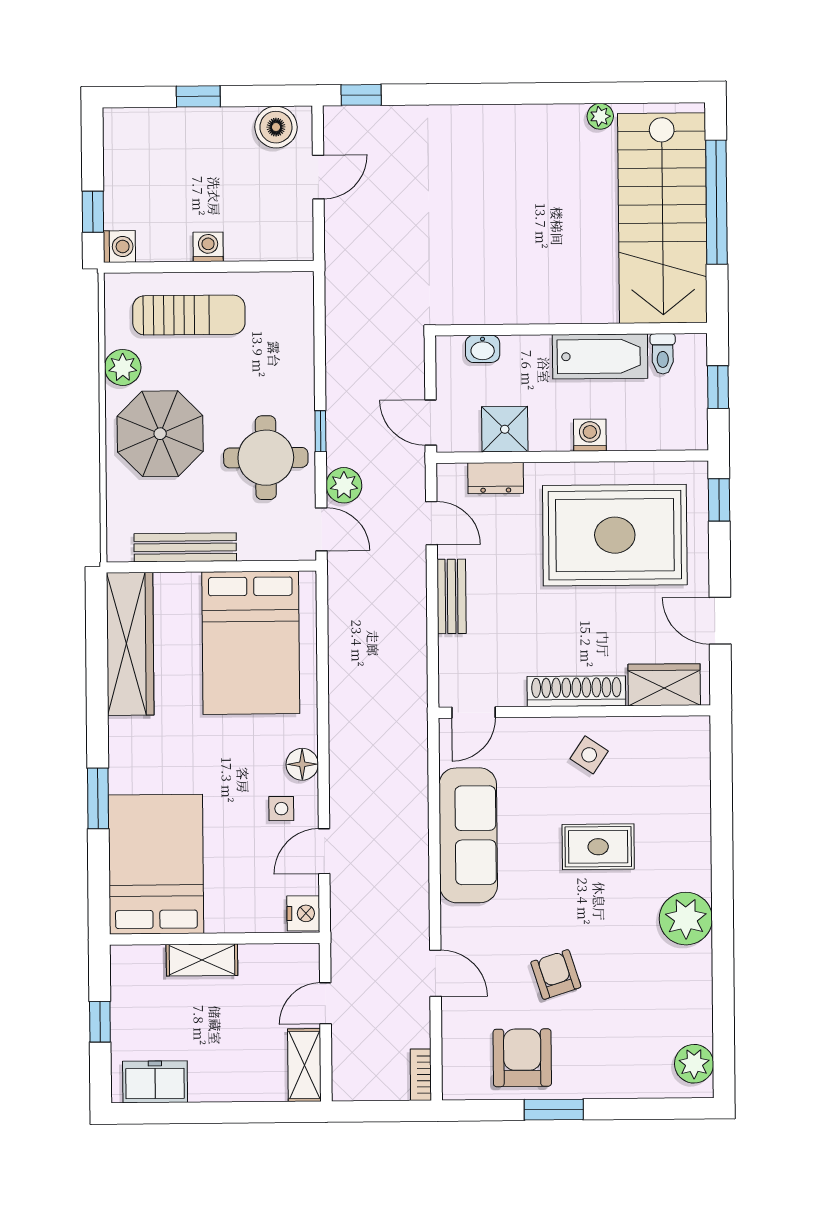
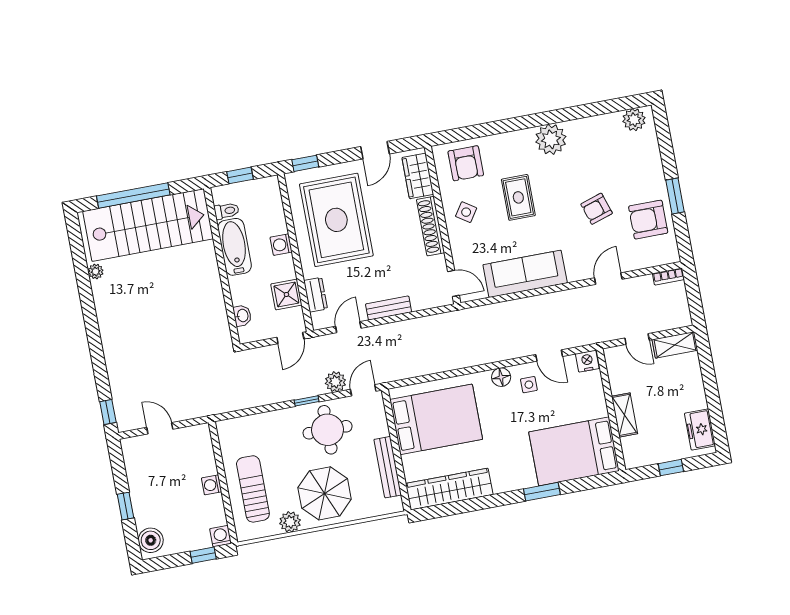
boiler: (276, 127) -> (151, 540), moved
armchair: (671, 769) -> (466, 163), added

